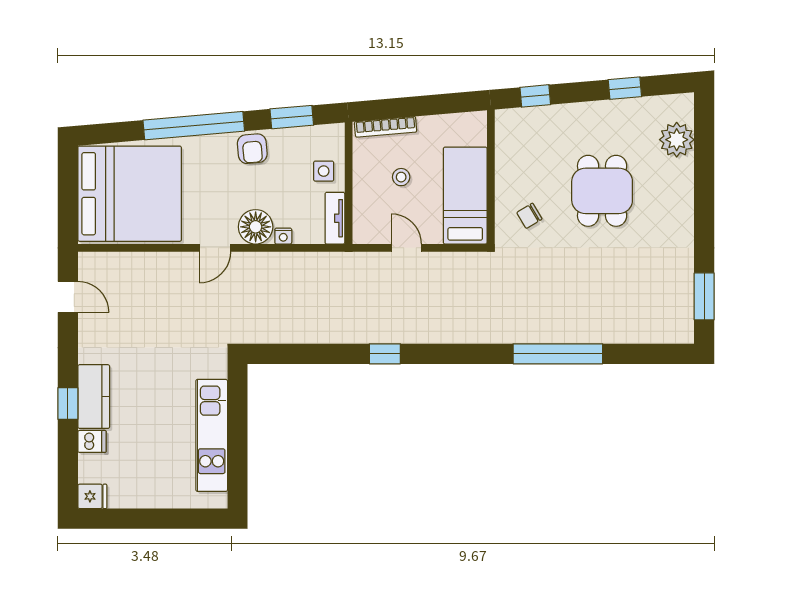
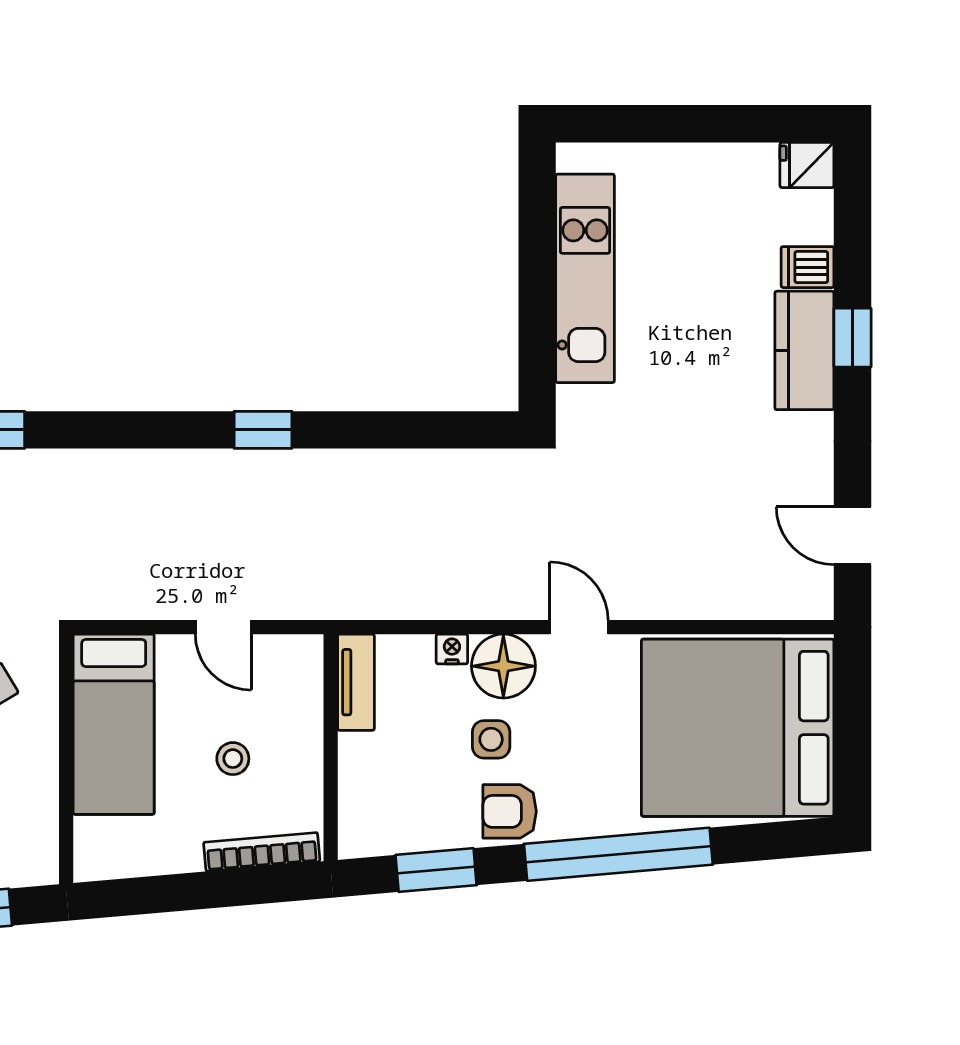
armchair: (252, 149) -> (510, 811), turned -85
side table: (324, 171) -> (491, 739), moved
door: (215, 248) -> (579, 627), hinge flipped

